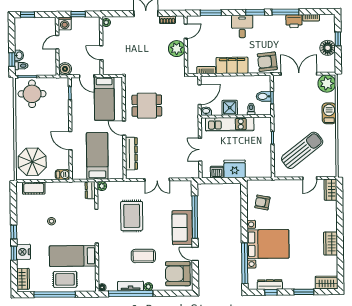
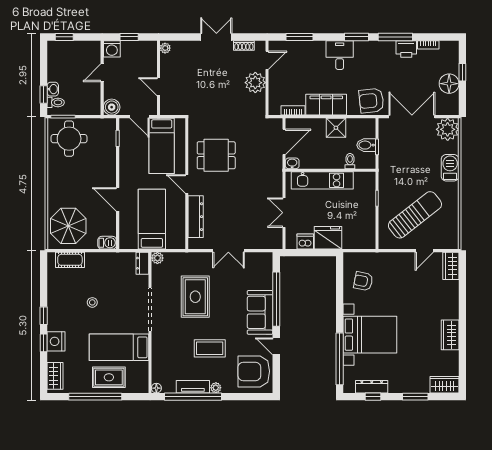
shower: (230, 108) -> (336, 128), moved

